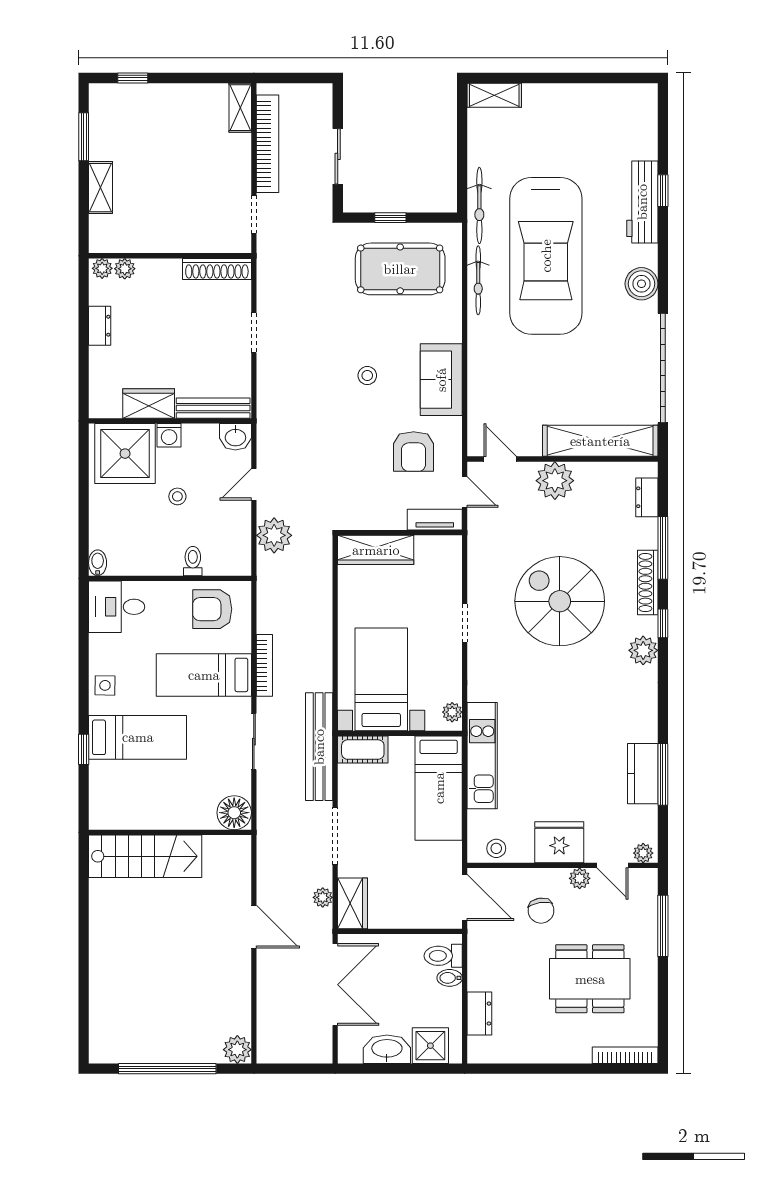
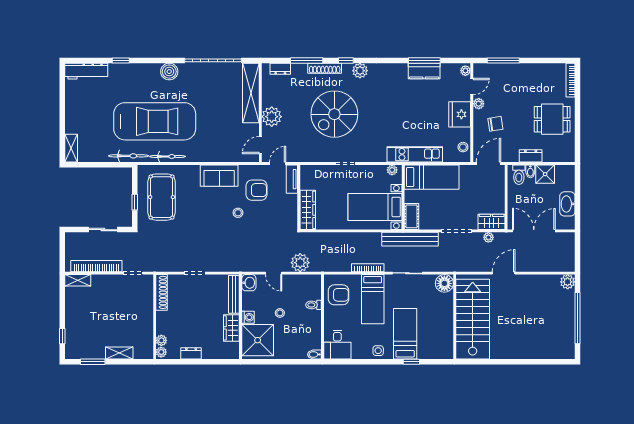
workbench: (642, 202) -> (86, 71), moved
stool: (367, 376) -> (238, 213), moved
armchair: (212, 609) -> (338, 295), turned -90
stairs: (145, 856) -> (473, 319), width x1.36, depth x1.51
dining table: (590, 979) -> (552, 119), moved, width x0.73
dresser: (479, 1014) -> (531, 156), moved
shower: (430, 1046) -> (545, 174), moved

